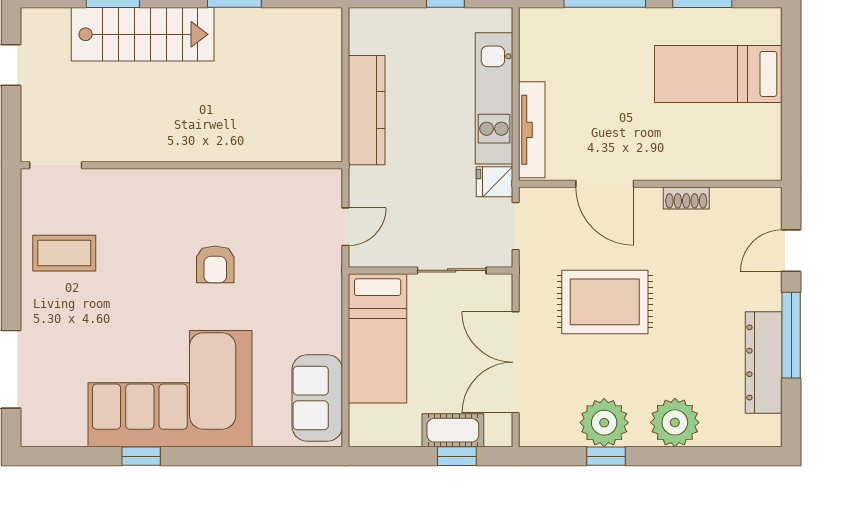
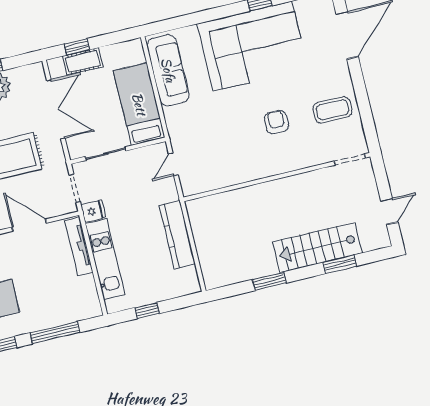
armchair: (215, 264) -> (276, 122), moved
sofa: (317, 398) -> (168, 70), width x1.36

